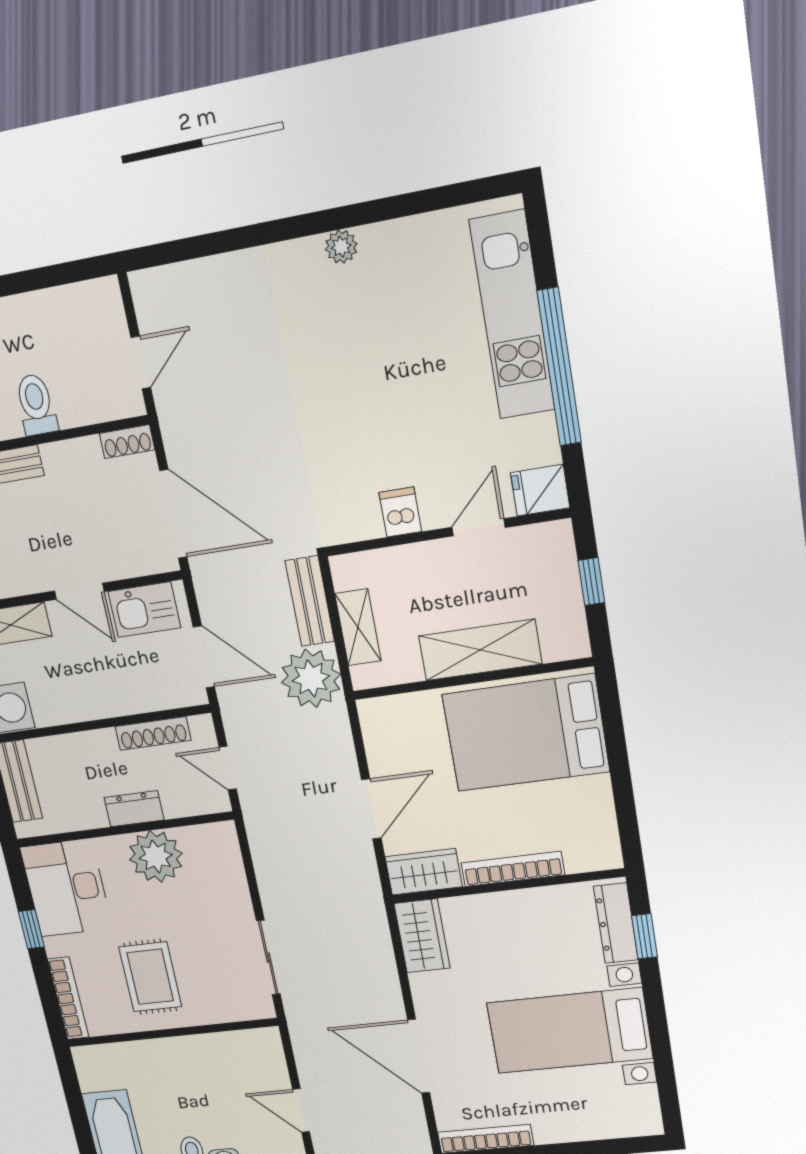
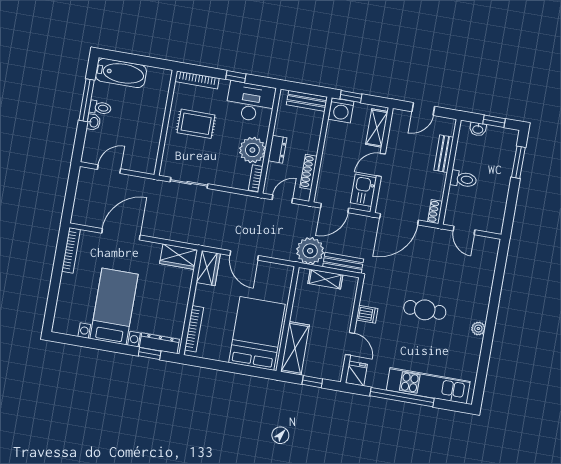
cafe table: (344, 387) -> (425, 310), added
shelving: (480, 650) -> (295, 348), moved
bookcase: (208, 834) -> (256, 178), added
bookcase: (513, 869) -> (194, 329), moved

